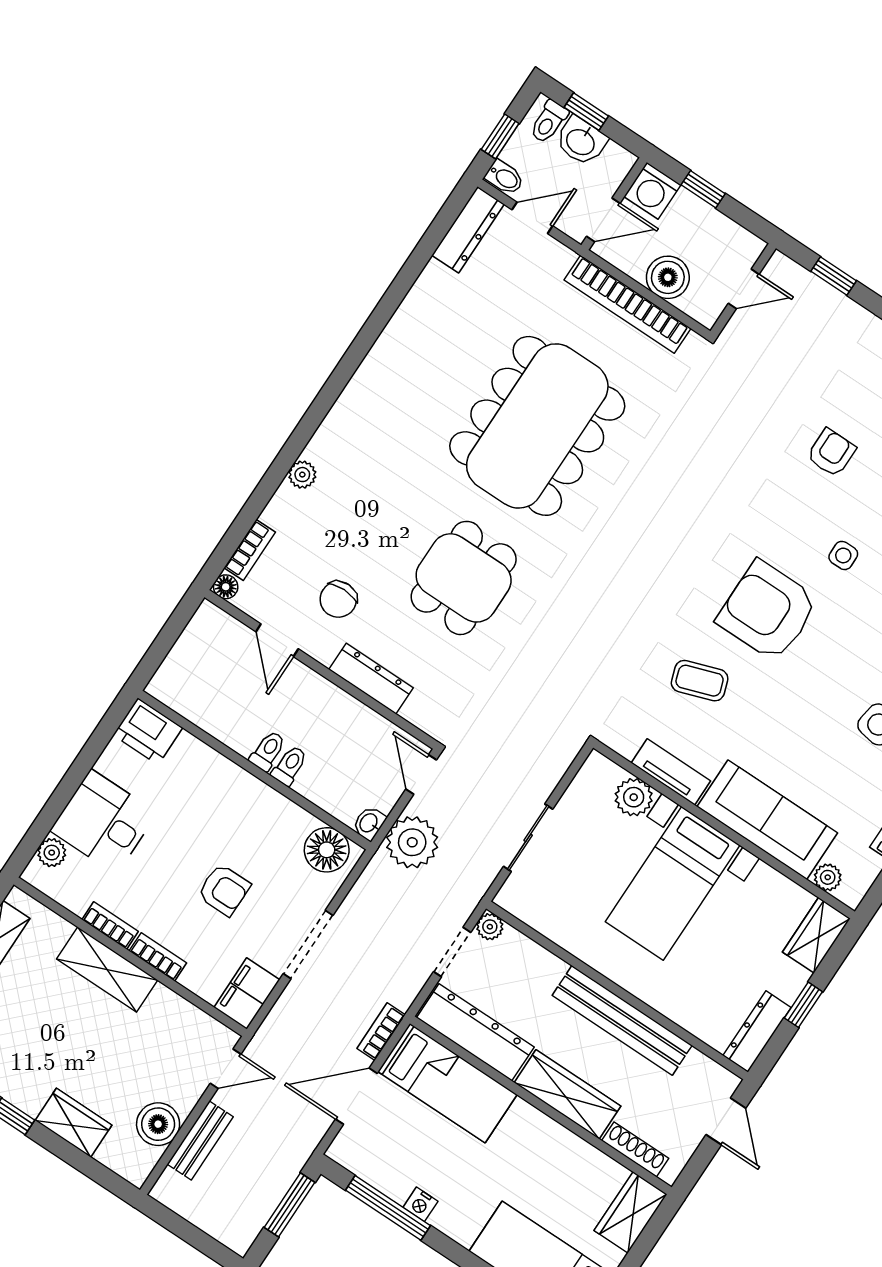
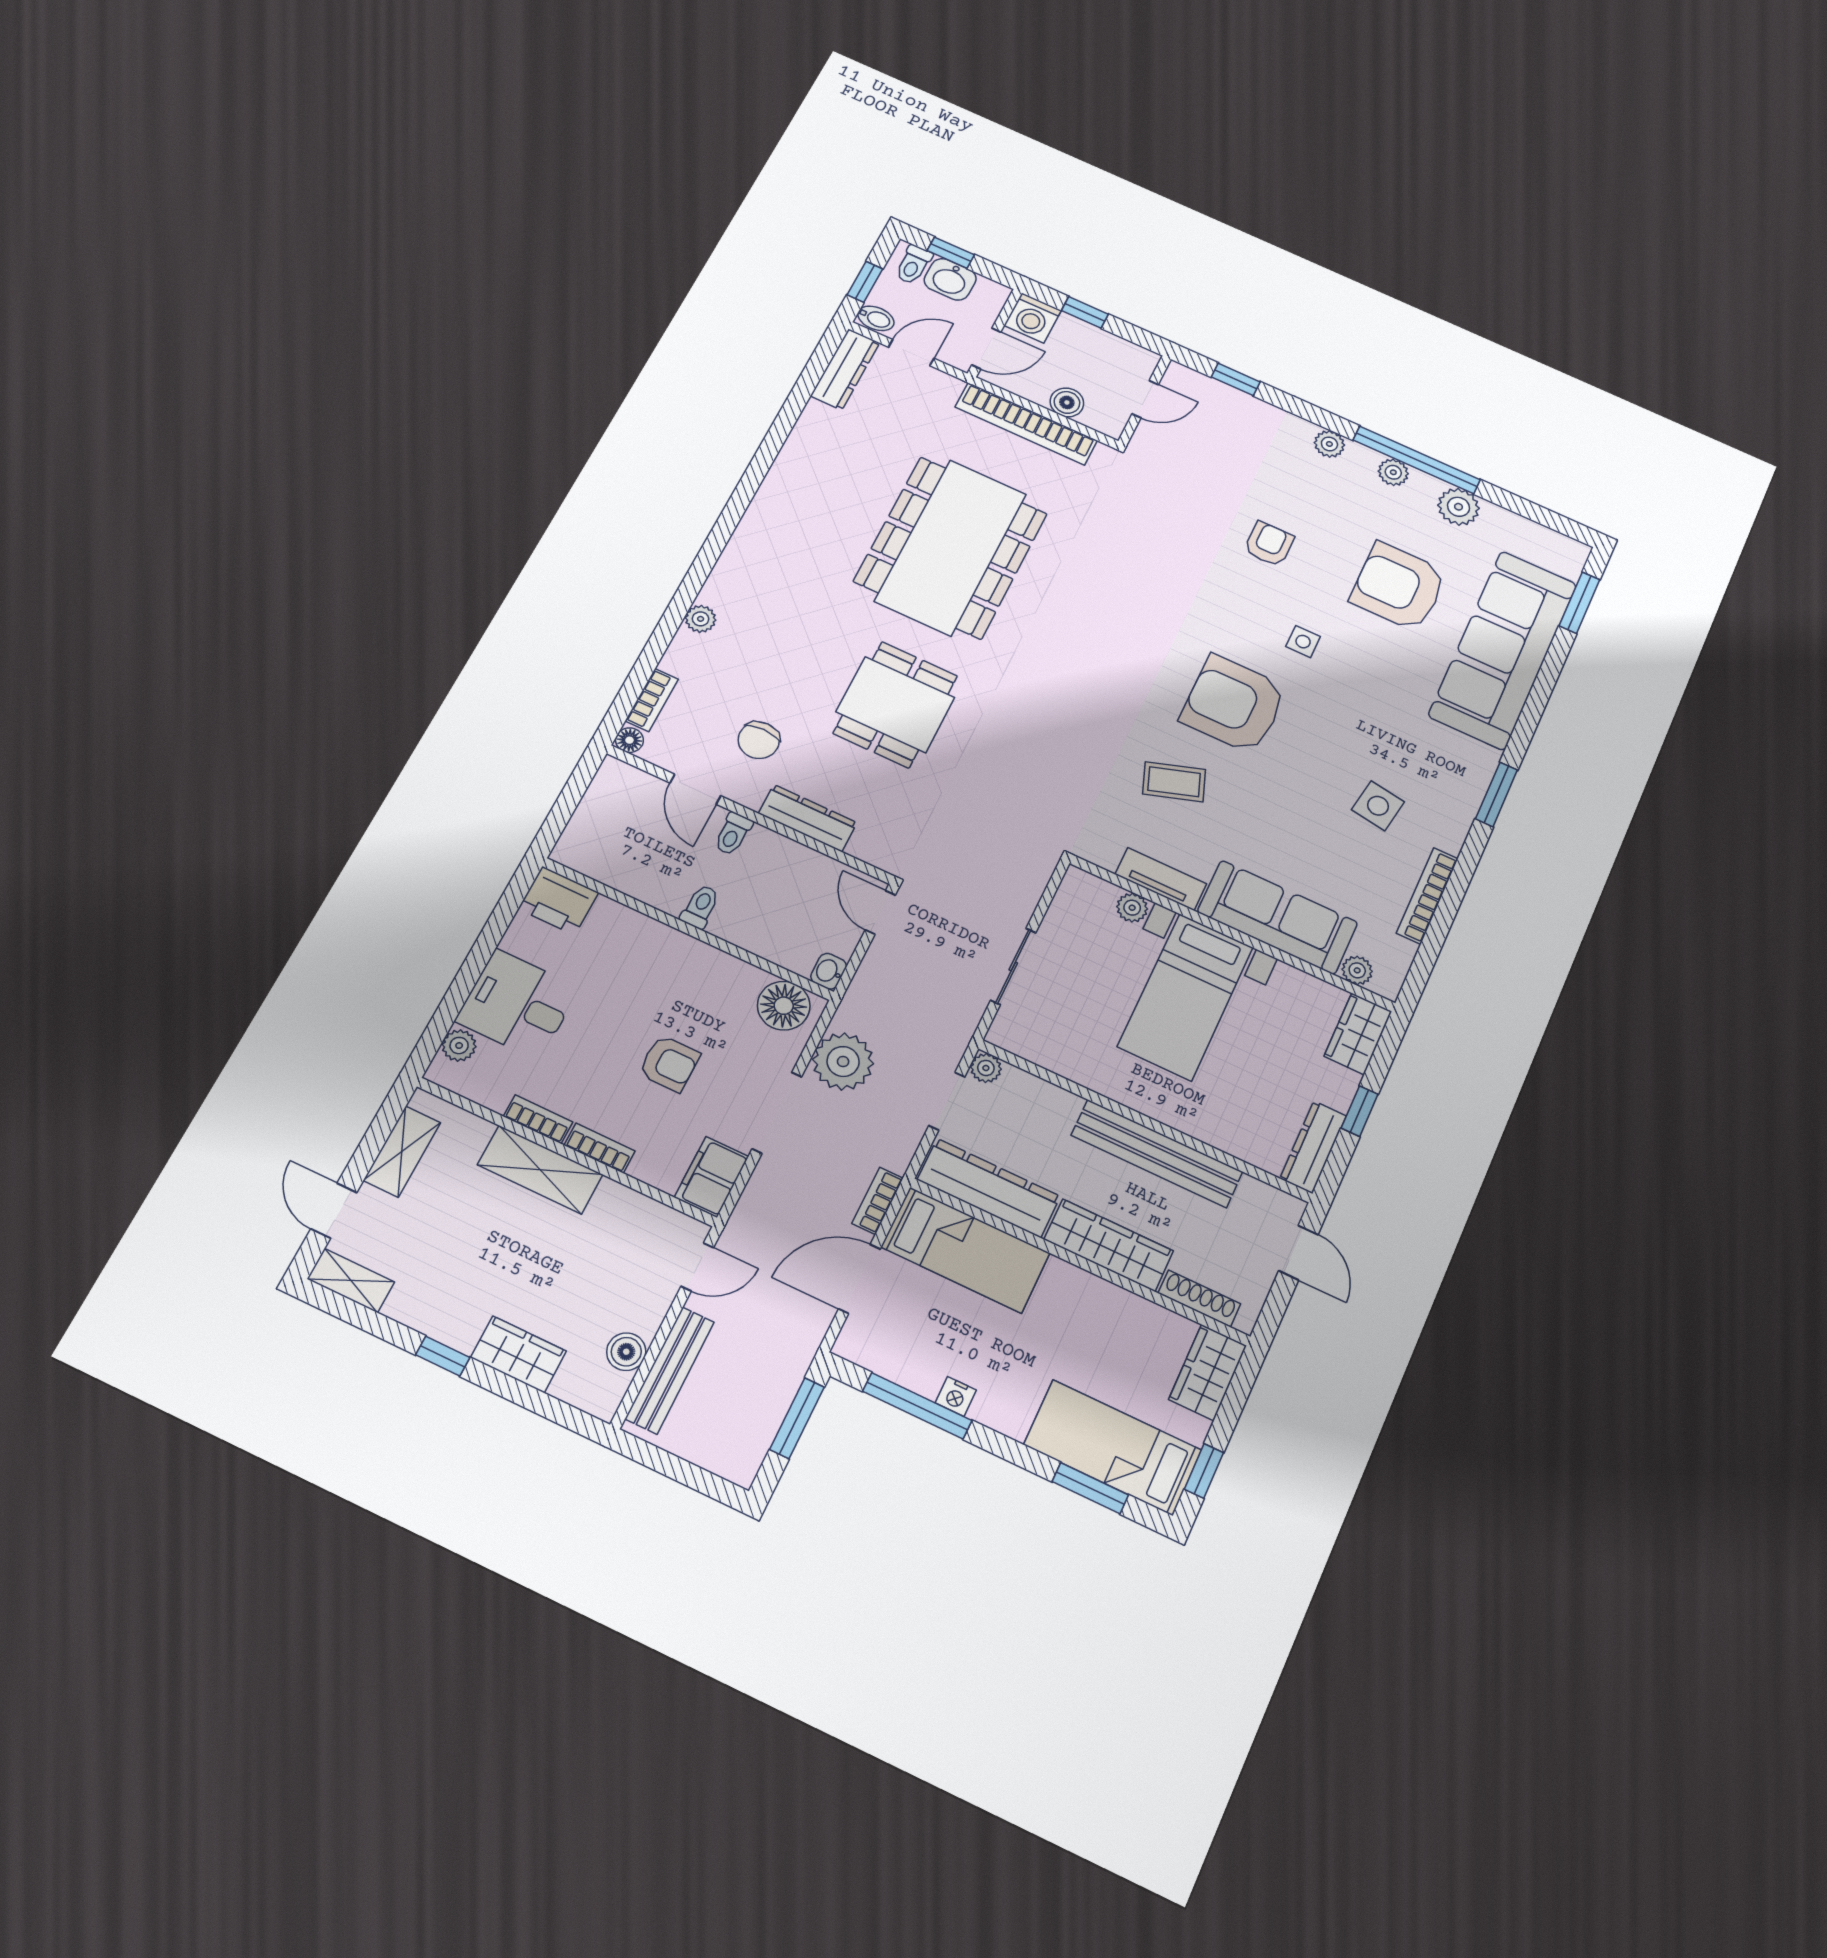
boiler: (668, 277) -> (1067, 402), width x0.73, depth x0.73
toilet: (290, 766) -> (733, 834), moved, turned 180
plant: (634, 797) -> (1132, 908), width x0.73, depth x0.73
plant: (412, 842) -> (843, 1062), moved
boiler: (158, 1124) -> (626, 1352), width x0.73, depth x0.73
bench: (200, 1140) -> (670, 1370), width x1.36

